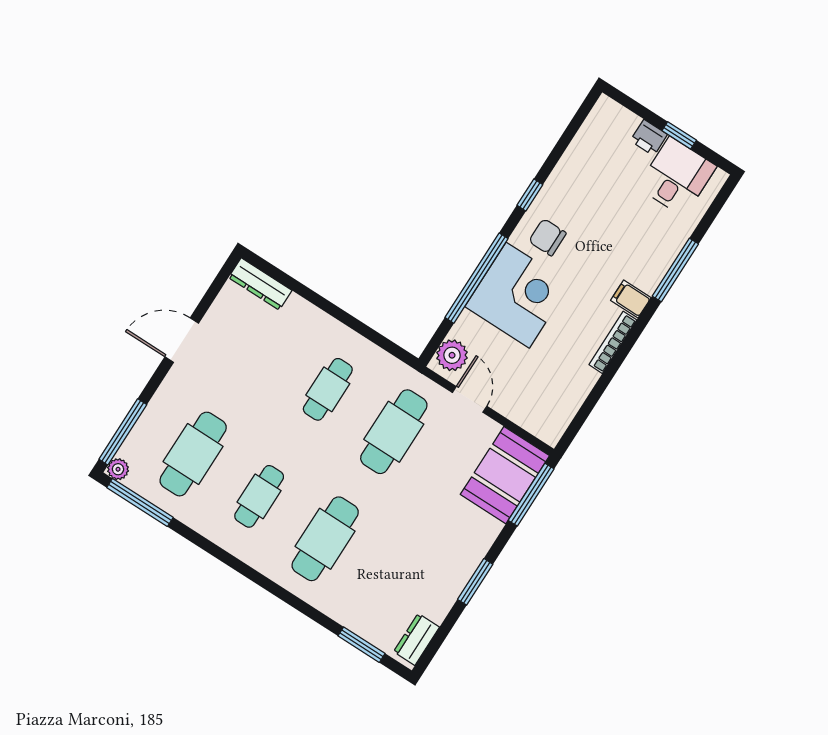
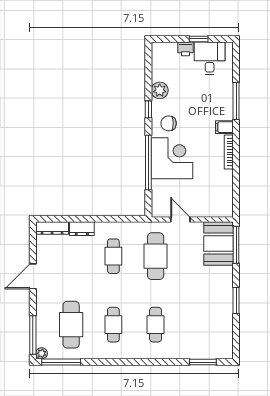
plant: (452, 355) -> (160, 90), moved
cafe table: (325, 539) -> (156, 325), width x0.73, depth x0.74
dresser: (416, 639) -> (82, 229), moved, turned -90

